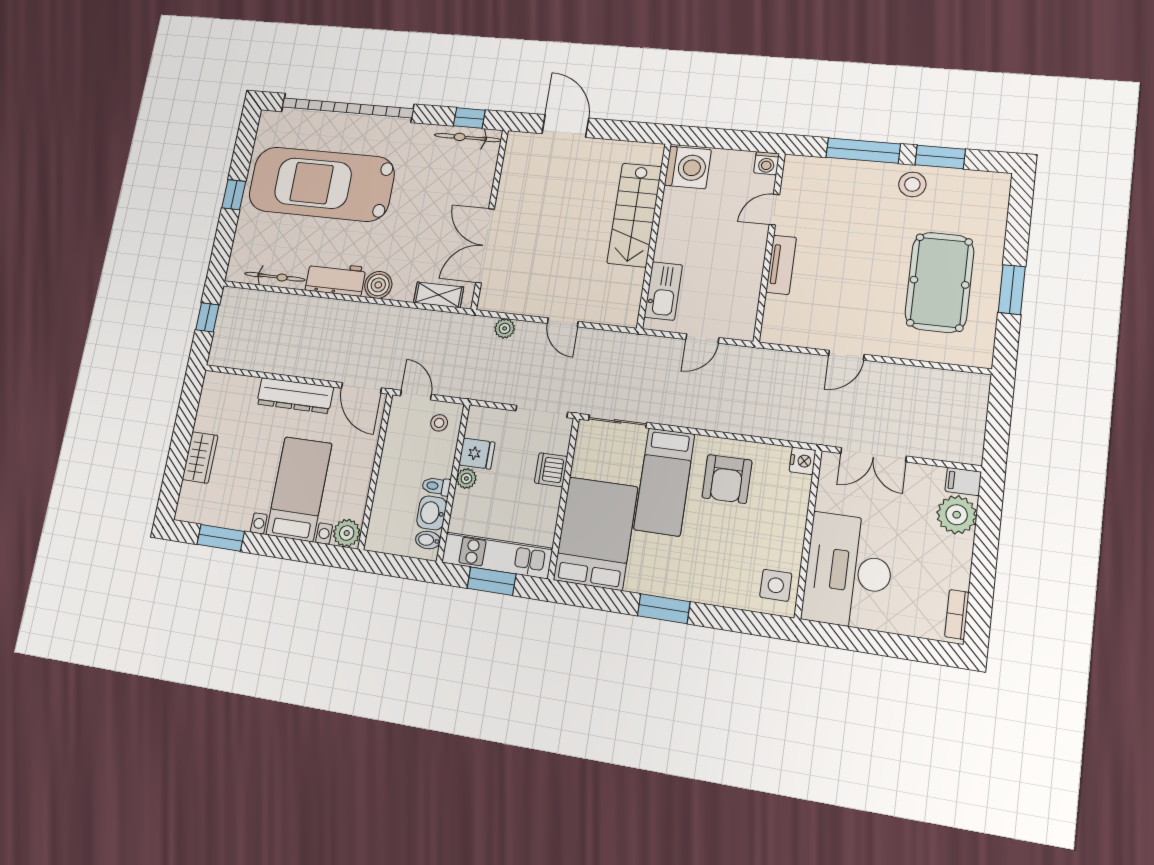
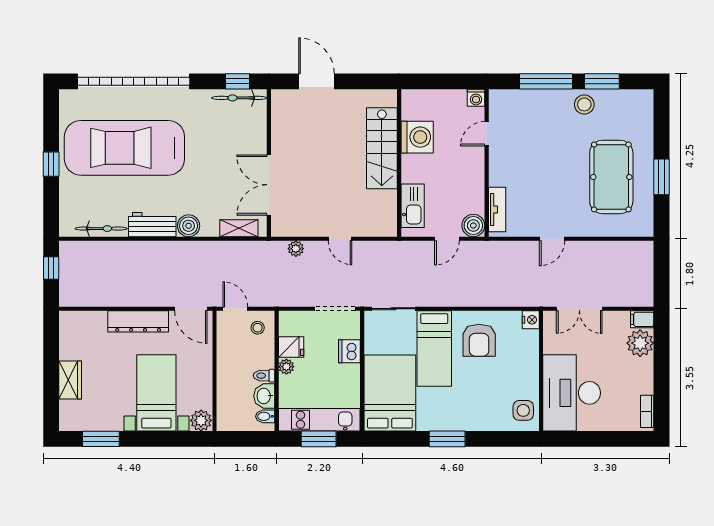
washing machine: (688, 167) -> (417, 137), moved
tv unit: (781, 265) -> (497, 210), moved
boiler: (740, 325) -> (473, 225), added

